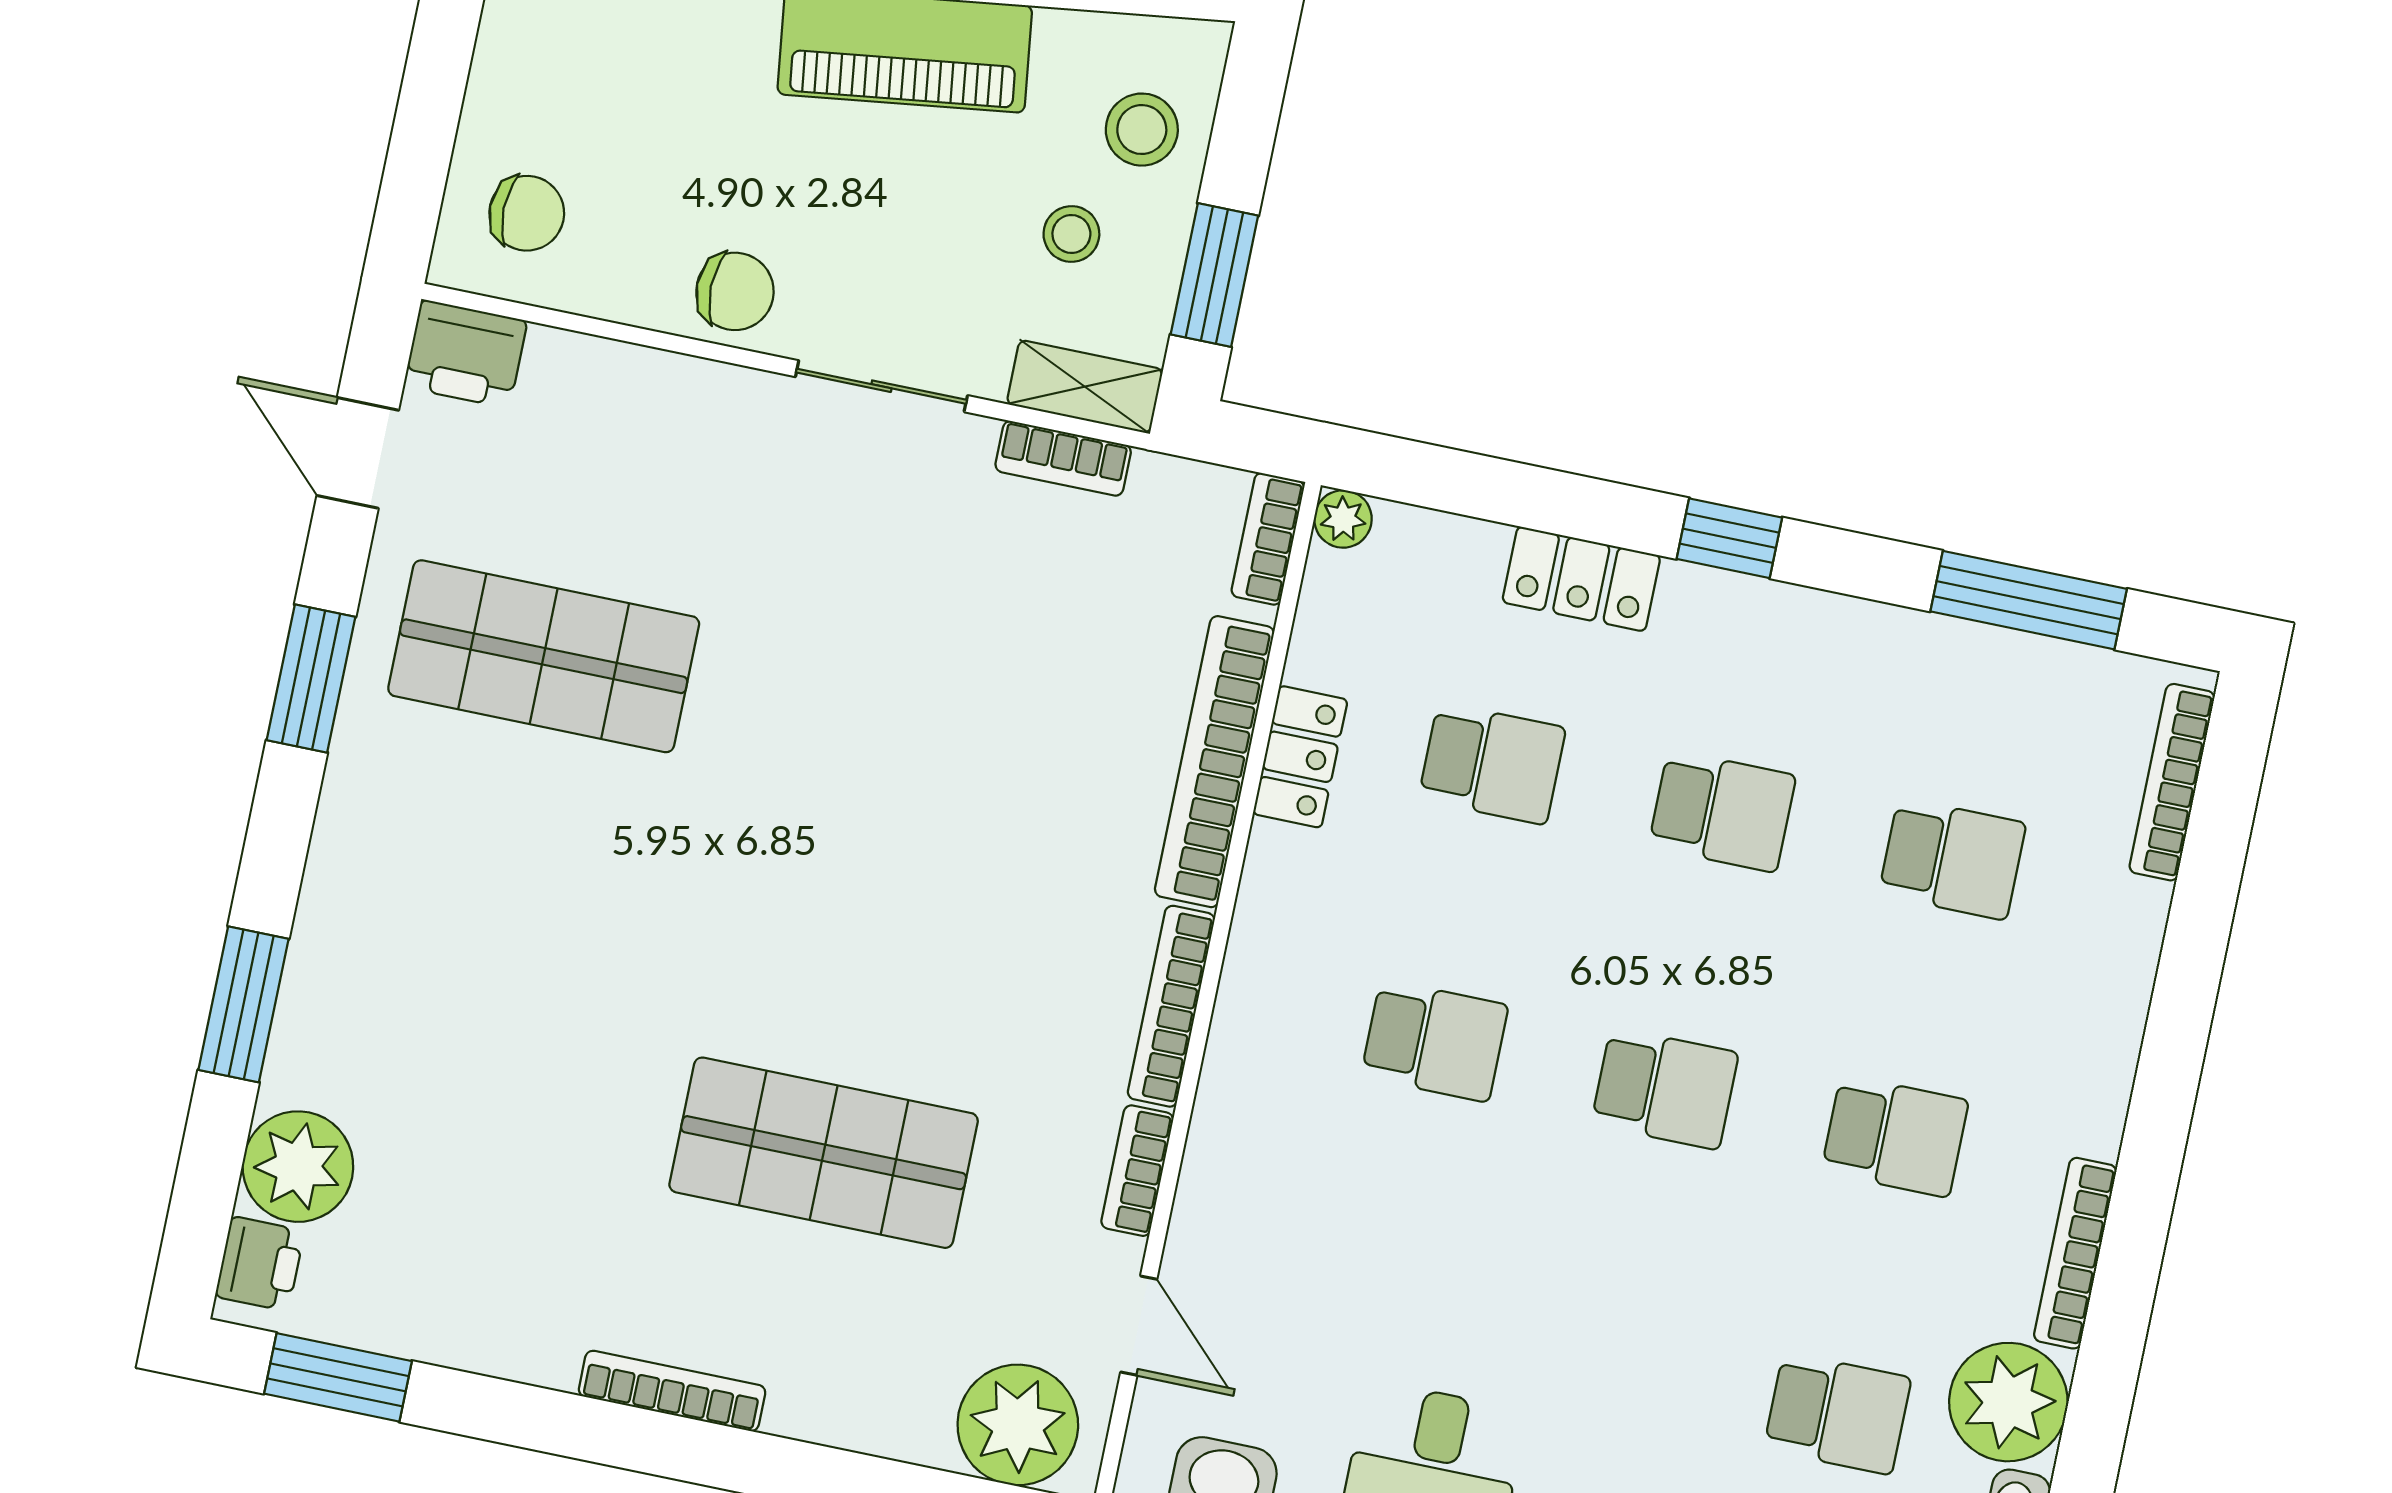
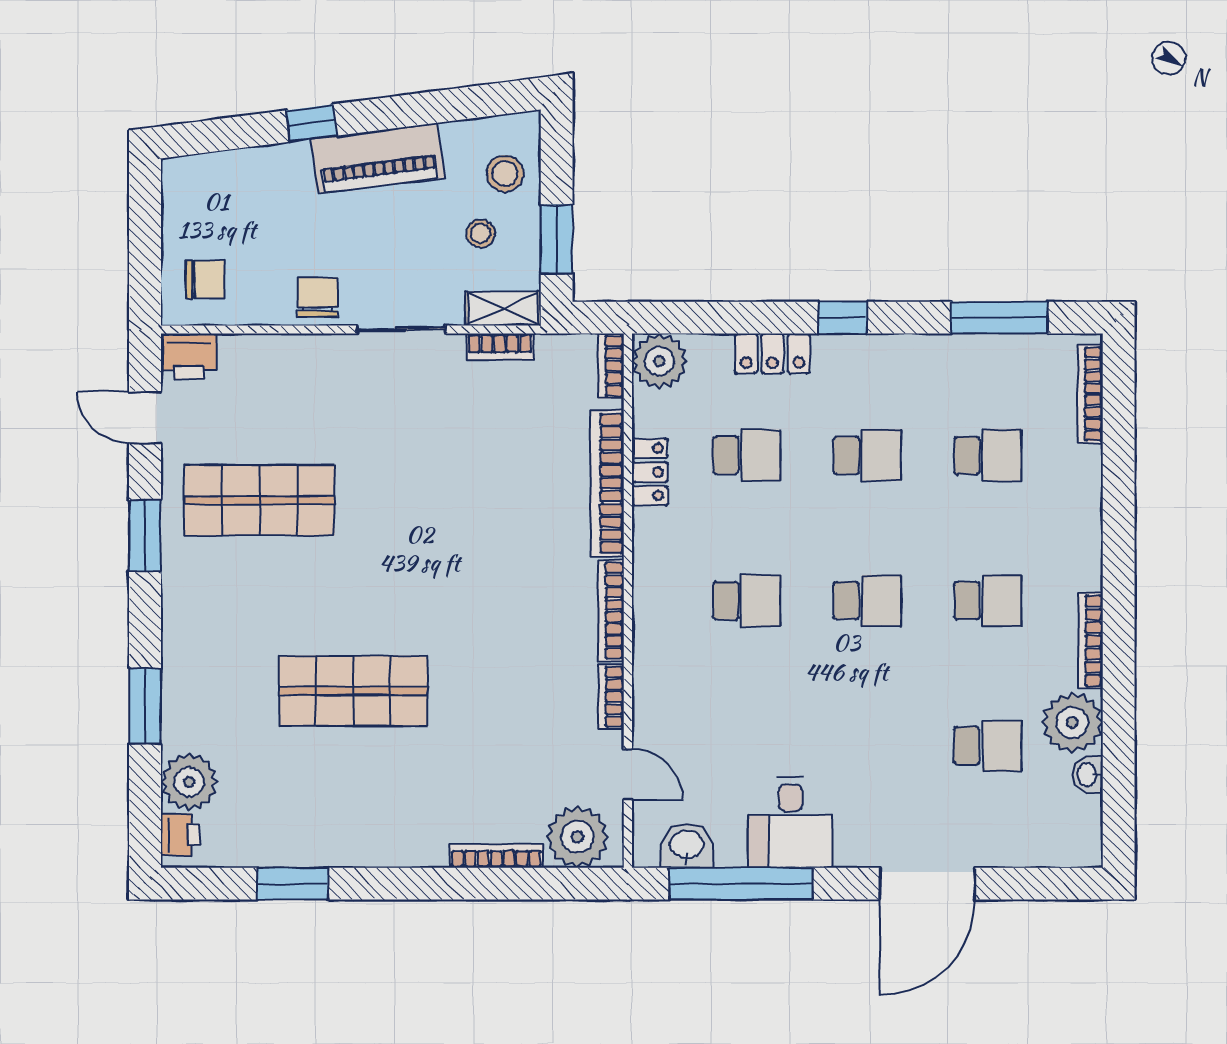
chair: (735, 291) -> (318, 297), turned -90
plant: (1343, 519) -> (659, 361), width x1.88, depth x1.88
shop shelf: (824, 1153) -> (353, 691), moved
window: (338, 1377) -> (293, 884), moved
bookcase: (672, 1391) -> (496, 856), moved

